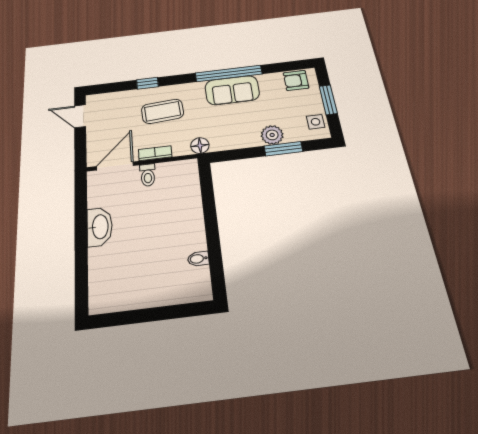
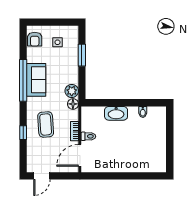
window: (328, 100) -> (52, 22), removed
side table: (316, 122) -> (57, 42), moved
plant: (272, 135) -> (72, 91), moved
door: (115, 166) -> (80, 155), hinge flipped
washbasin: (100, 227) -> (116, 113), moved, turned 180

